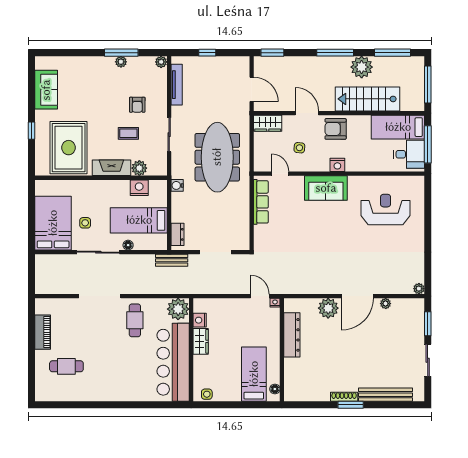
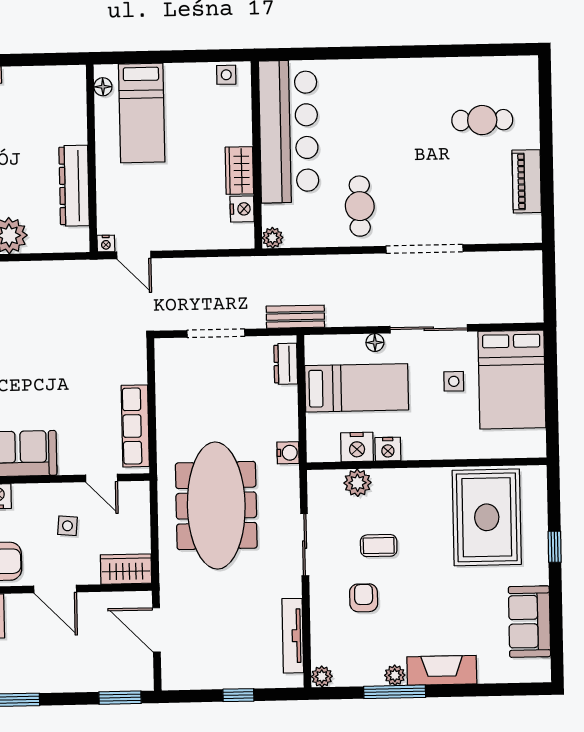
fireplace: (111, 168) -> (442, 670), moved, turned 180
nightstand: (122, 186) -> (388, 449), added
plant: (178, 309) -> (273, 238), width x0.53, depth x0.53

